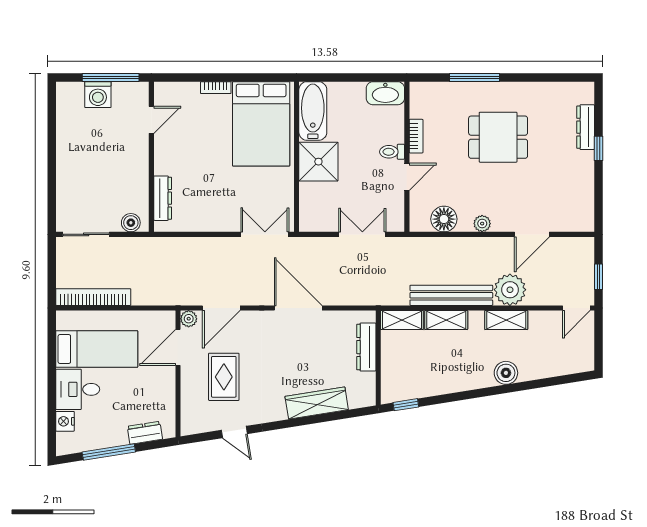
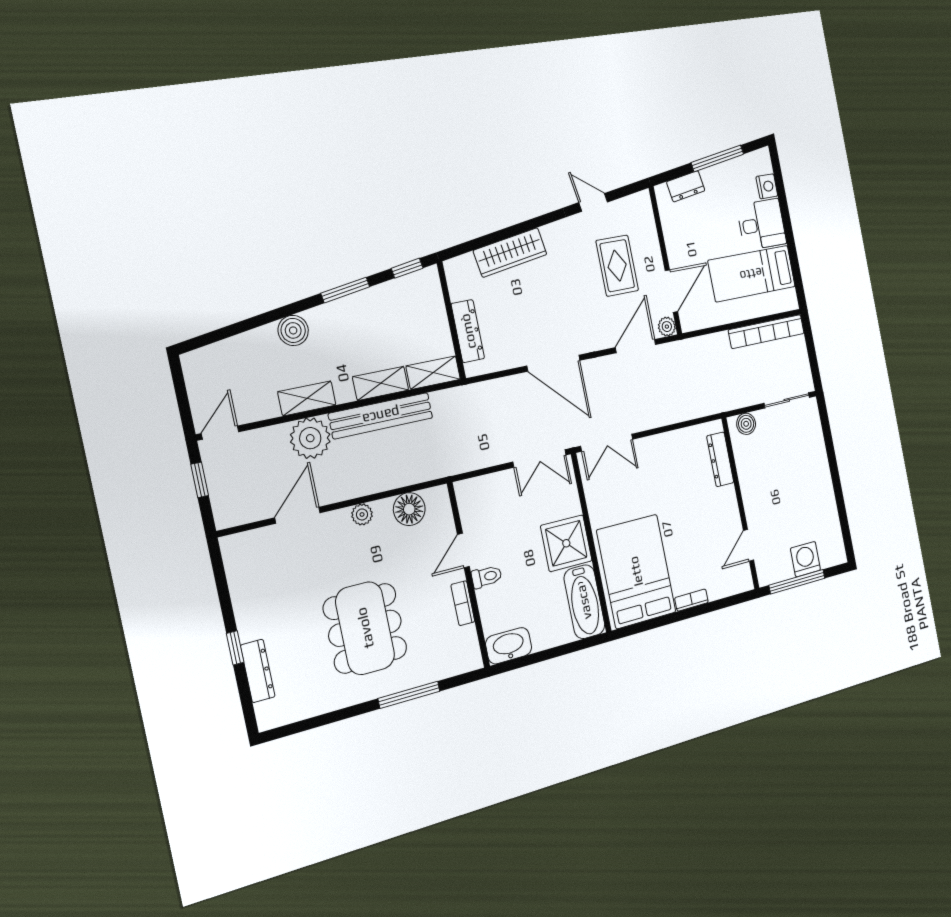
dining table: (498, 137) -> (365, 628), width x1.38
double door: (362, 234) -> (539, 458), moved
window: (459, 396) -> (345, 290), added

